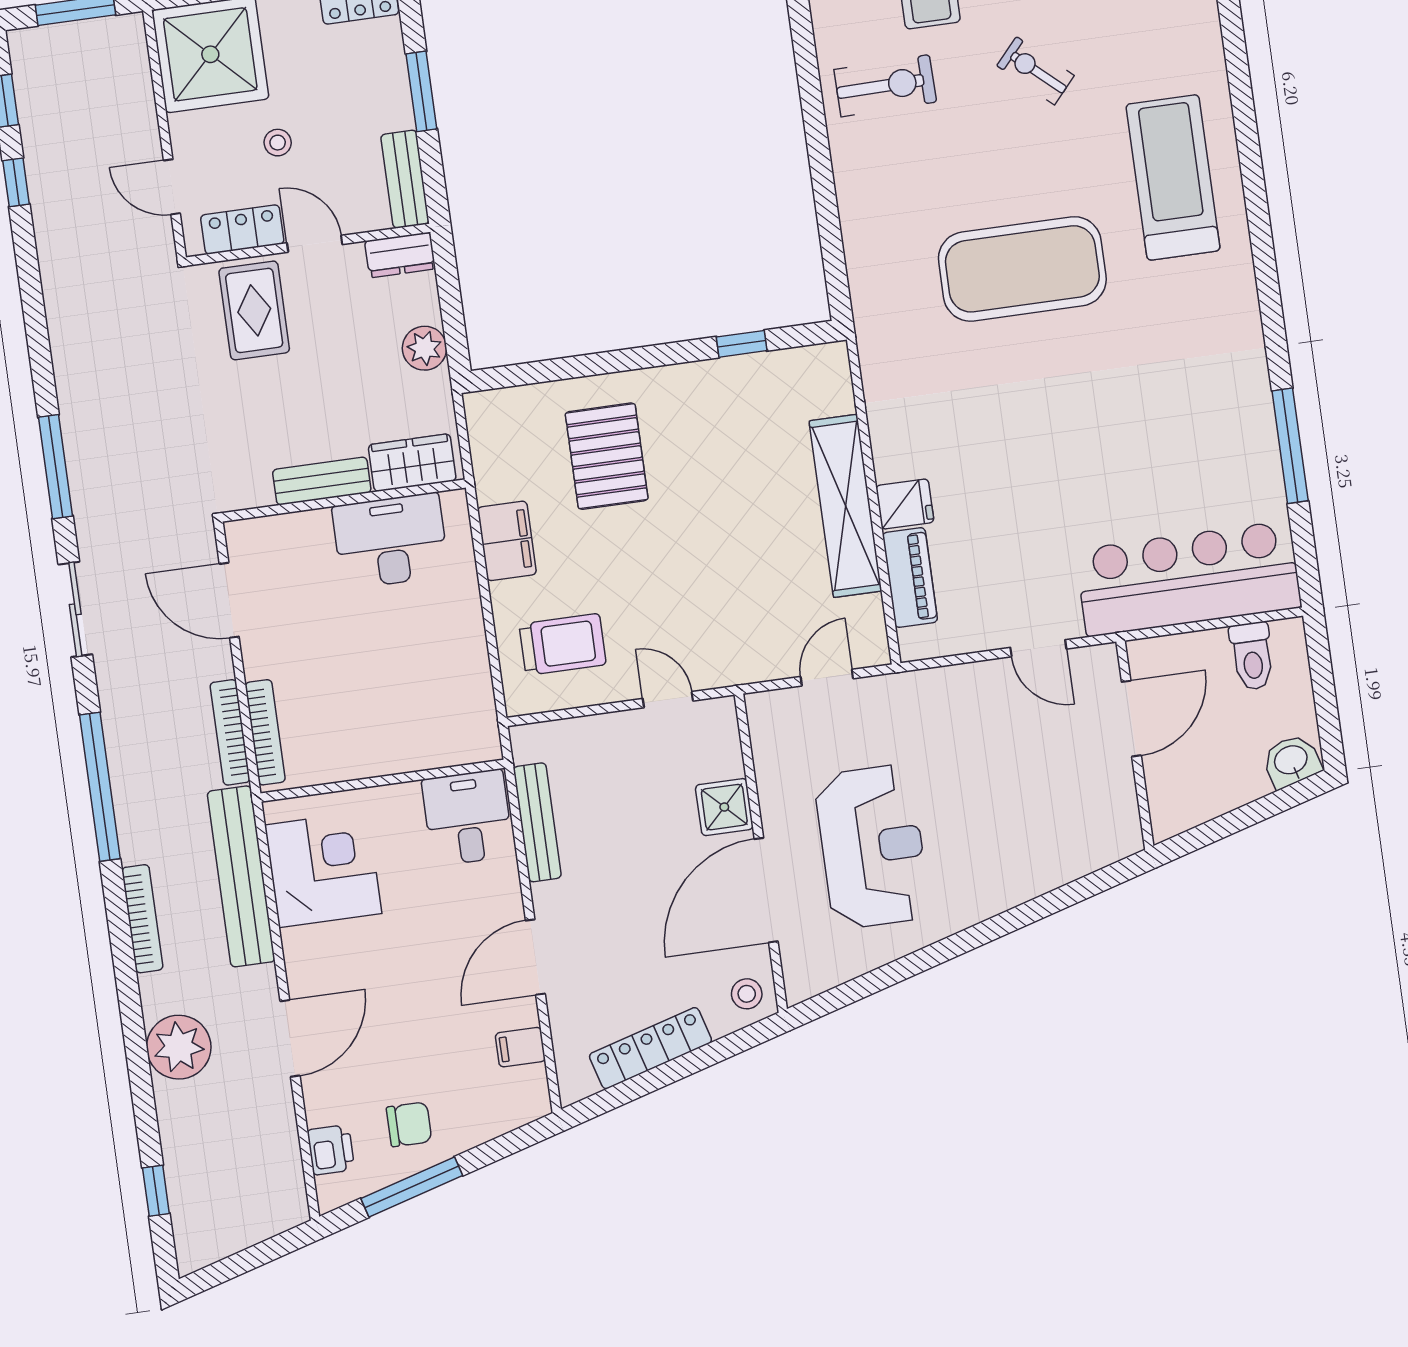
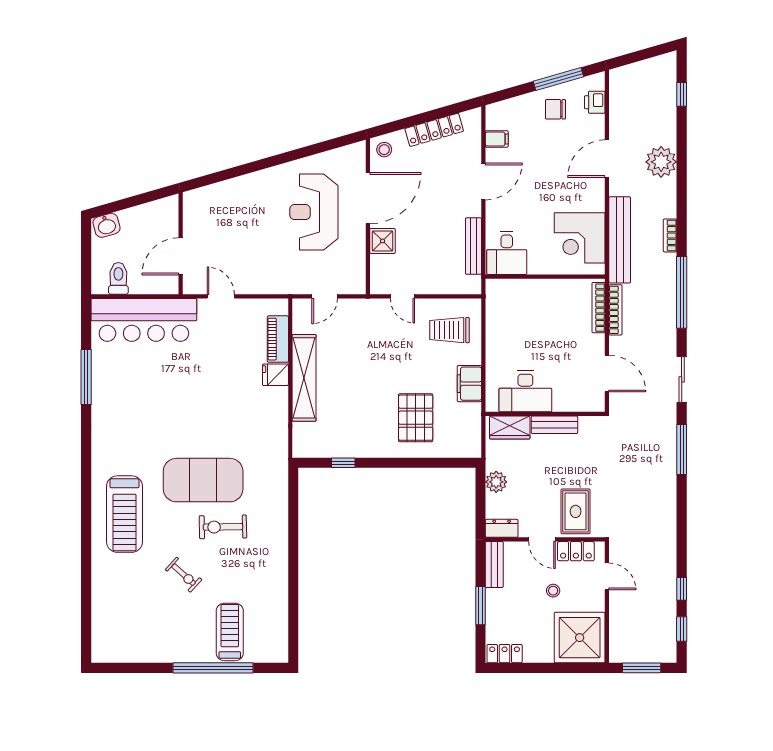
exercise bike: (885, 86) -> (223, 527), moved
bookcase: (142, 919) -> (670, 235), width x0.64

